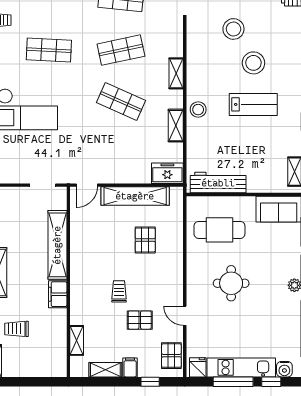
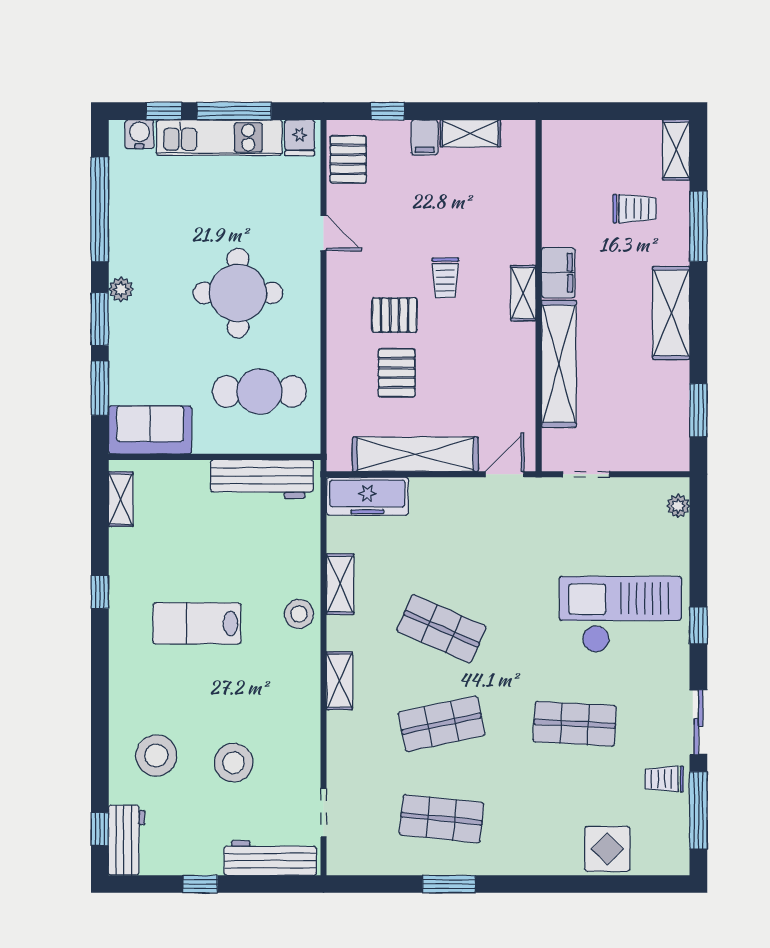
stool: (253, 63) -> (156, 756), moved
freezer: (167, 173) -> (367, 496), width x1.40
round table: (231, 283) -> (238, 293), width x1.36, depth x1.36
pallet: (140, 320) -> (395, 315), moved
shelving: (77, 340) -> (523, 293), moved

